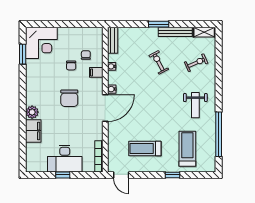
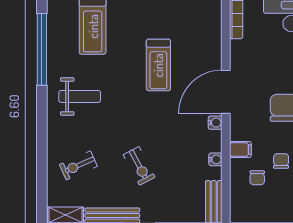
weight bench: (195, 105) -> (80, 96), turned 90
treadmill: (145, 148) -> (158, 65), moved, turned 90

